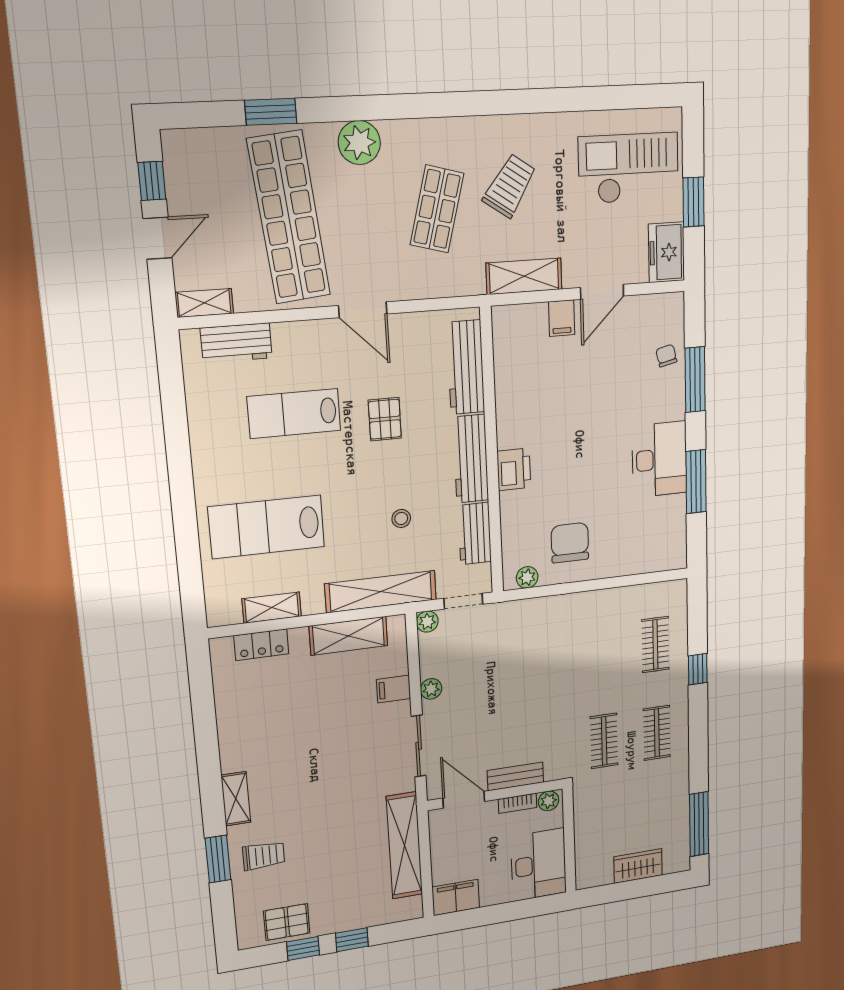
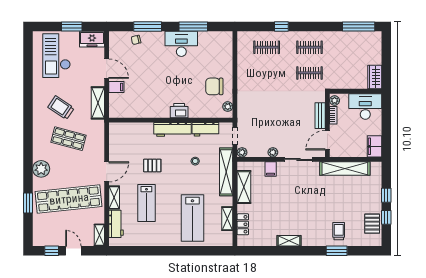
shelving: (301, 333) -> (114, 198), added
workbench: (466, 367) -> (134, 130), removed
shelving: (236, 799) -> (289, 241), moved
wardrobe: (638, 866) -> (375, 77), moved

